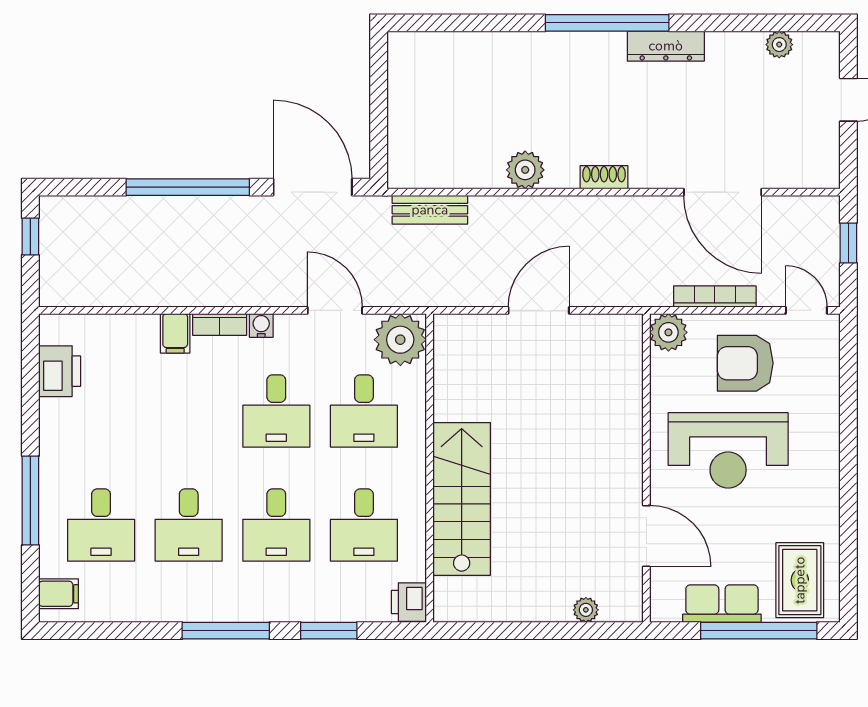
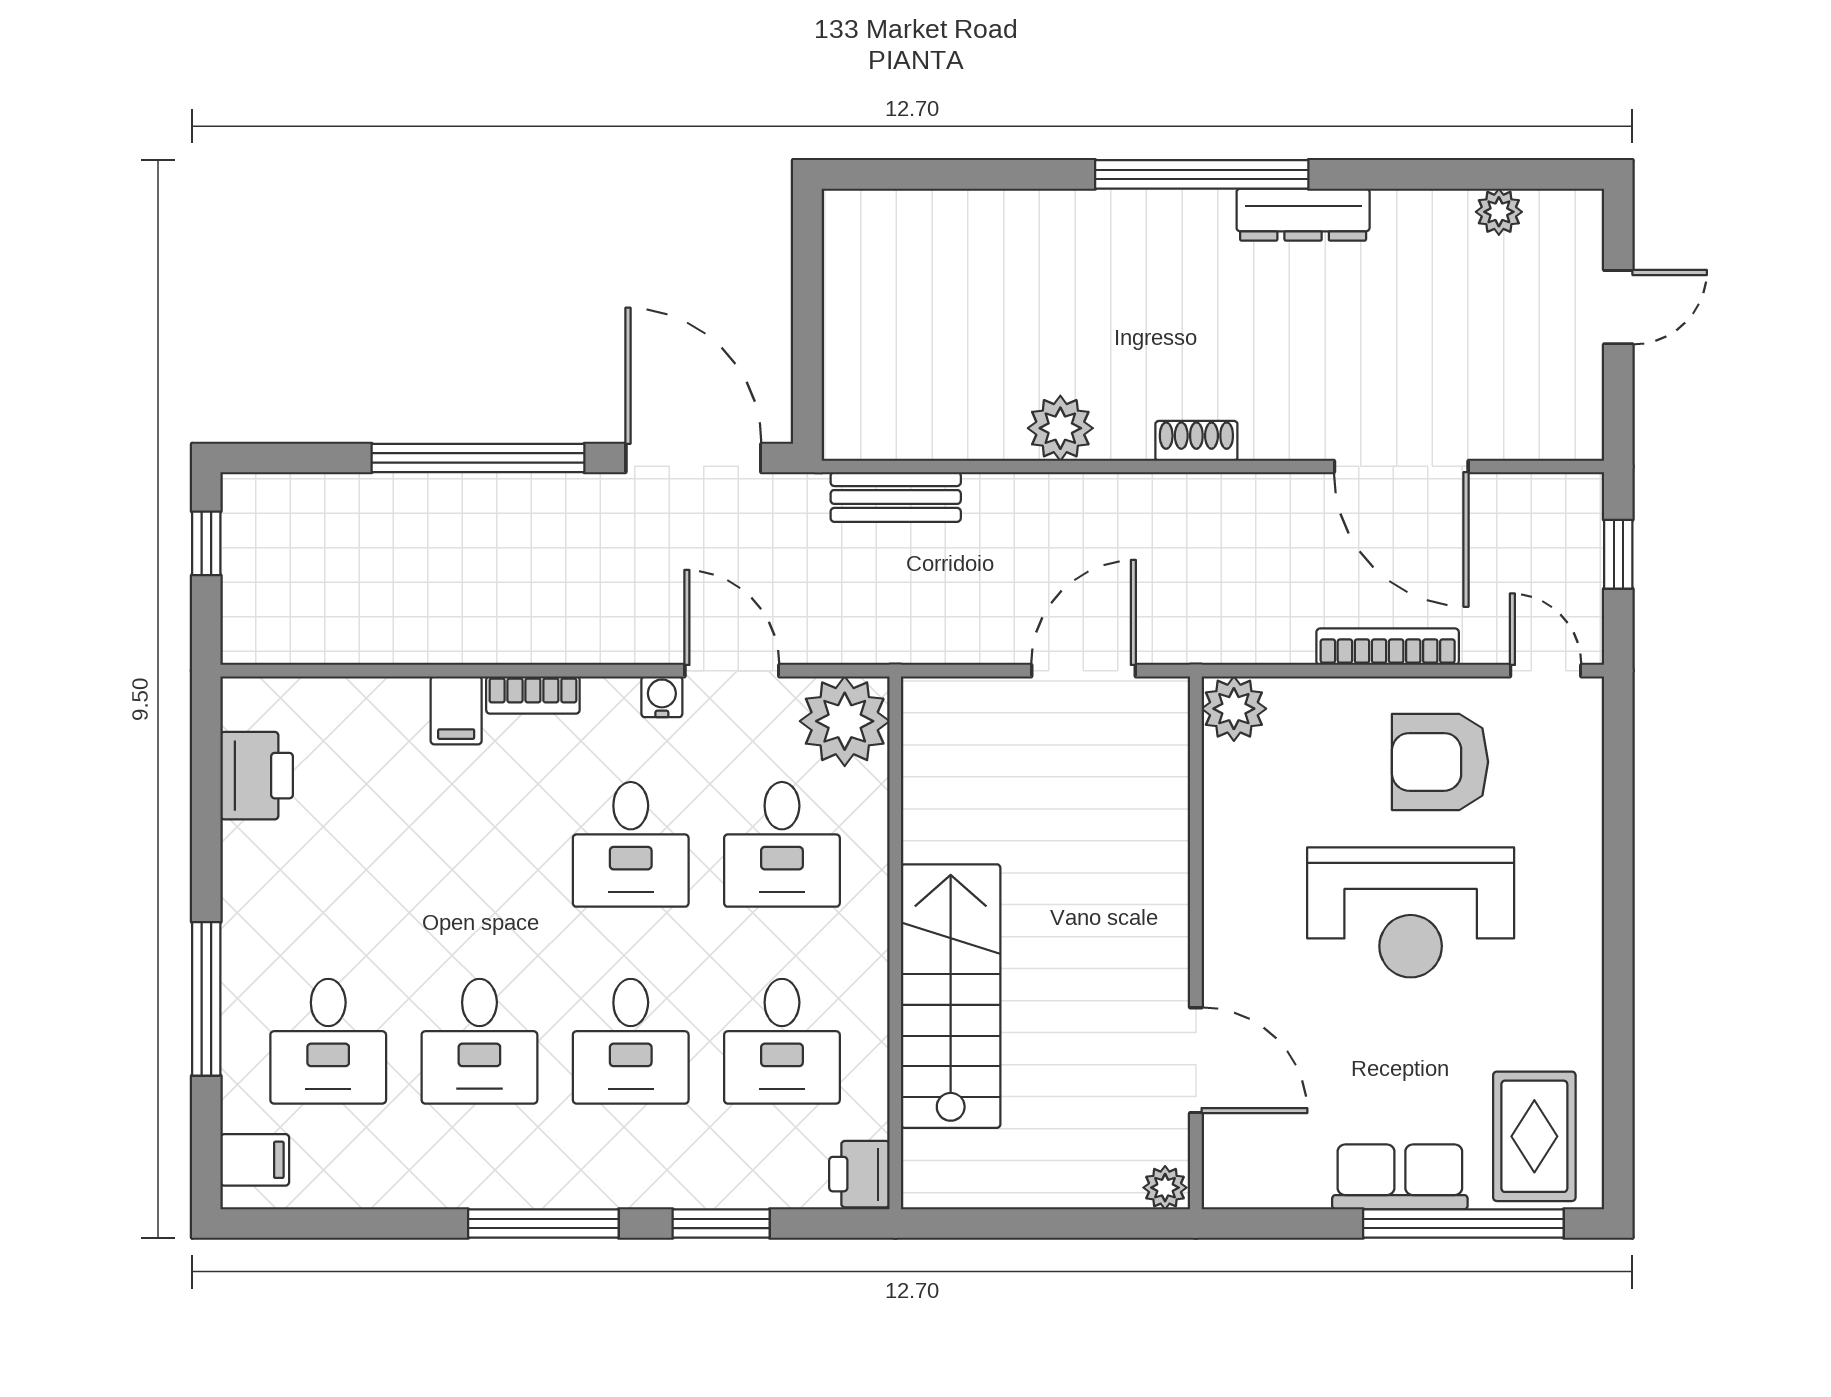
water cooler: (261, 325) -> (662, 697), moved
plant: (668, 332) -> (1234, 709), moved
wall: (646, 468) -> (1196, 943), moved
door: (646, 536) -> (1196, 1060), moved

